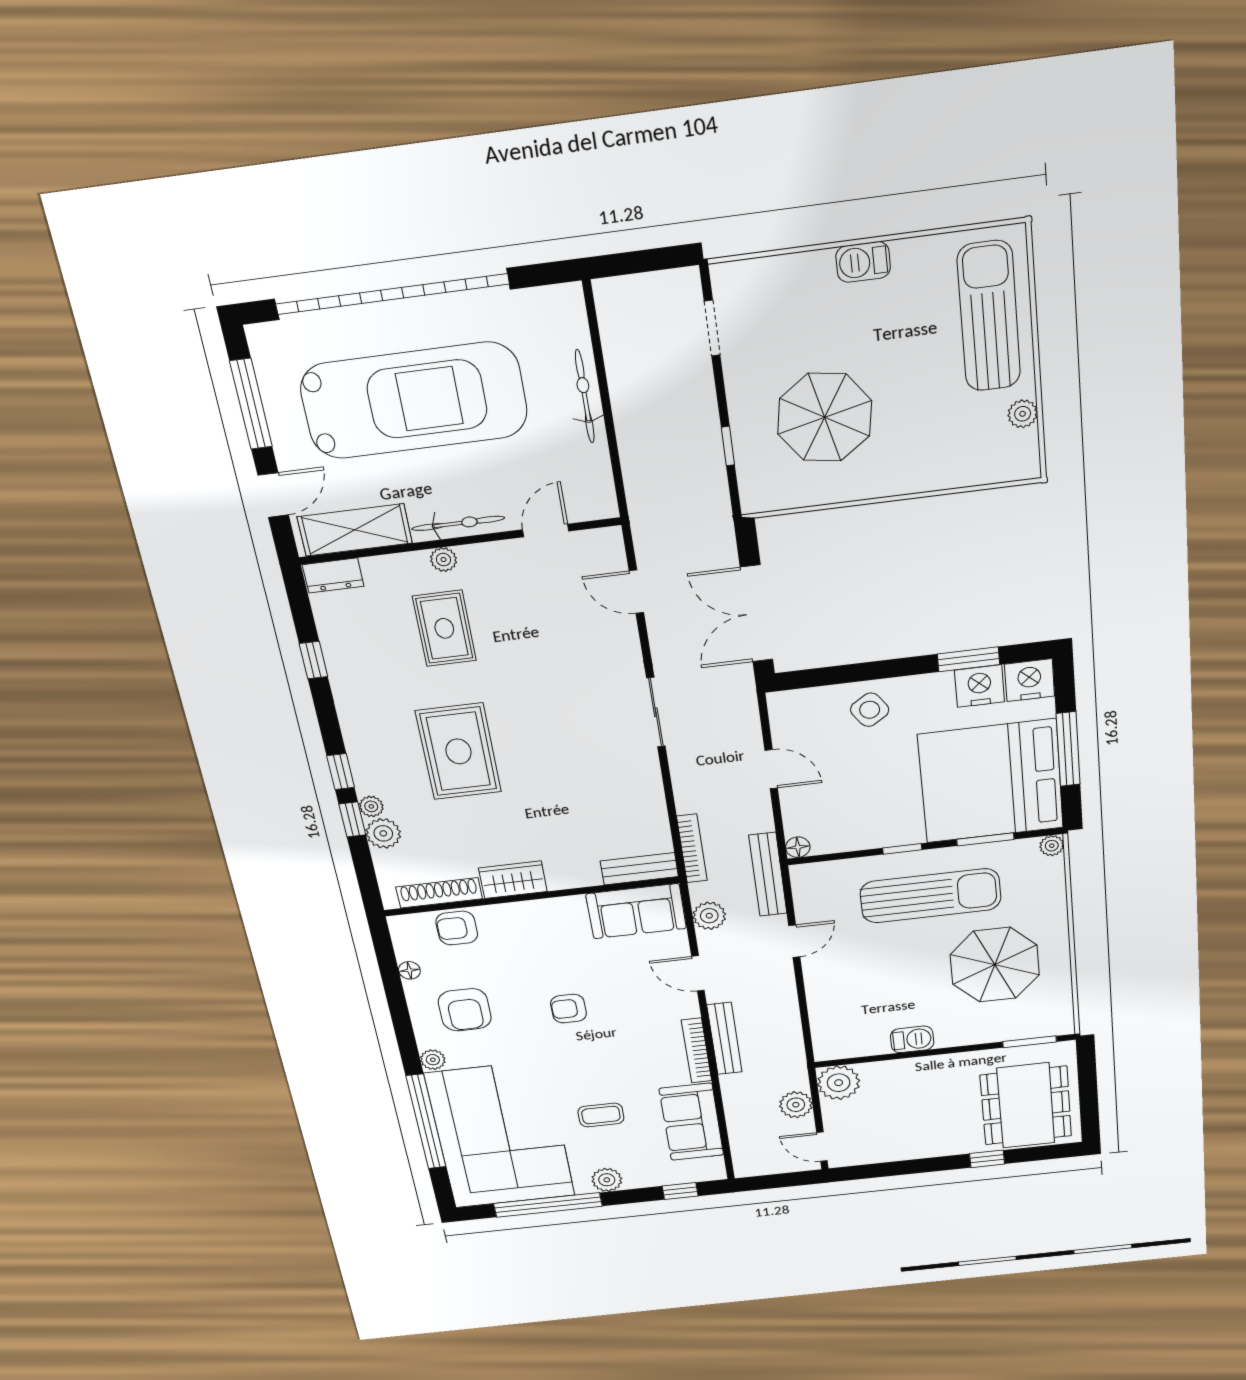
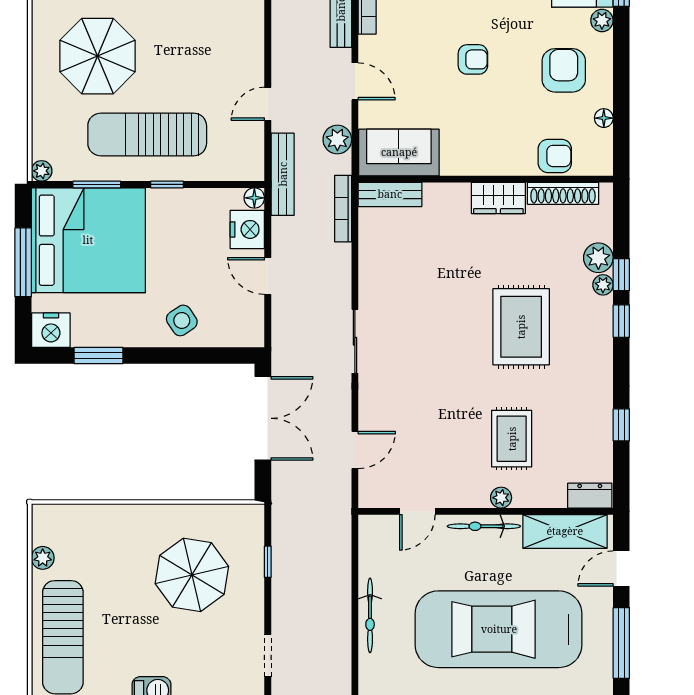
door: (636, 592) -> (355, 450), hinge flipped
nightstand: (980, 686) -> (247, 229), moved, turned -90

